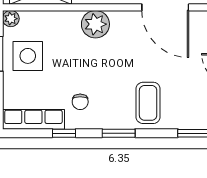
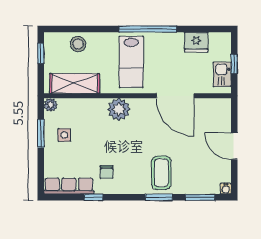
side table: (28, 56) -> (64, 135), width x0.54, depth x0.54
window: (119, 133) -> (159, 197), moved

